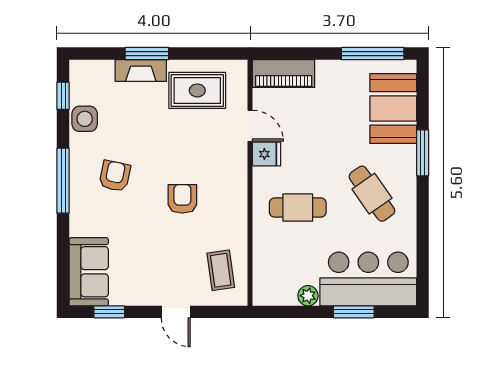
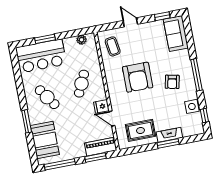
window: (298, 54) -> (95, 158), added
armchair: (182, 199) -> (138, 77), width x1.88, depth x1.88
cafe table: (298, 207) -> (81, 84), turned -65
plant: (308, 296) -> (82, 40), moved

